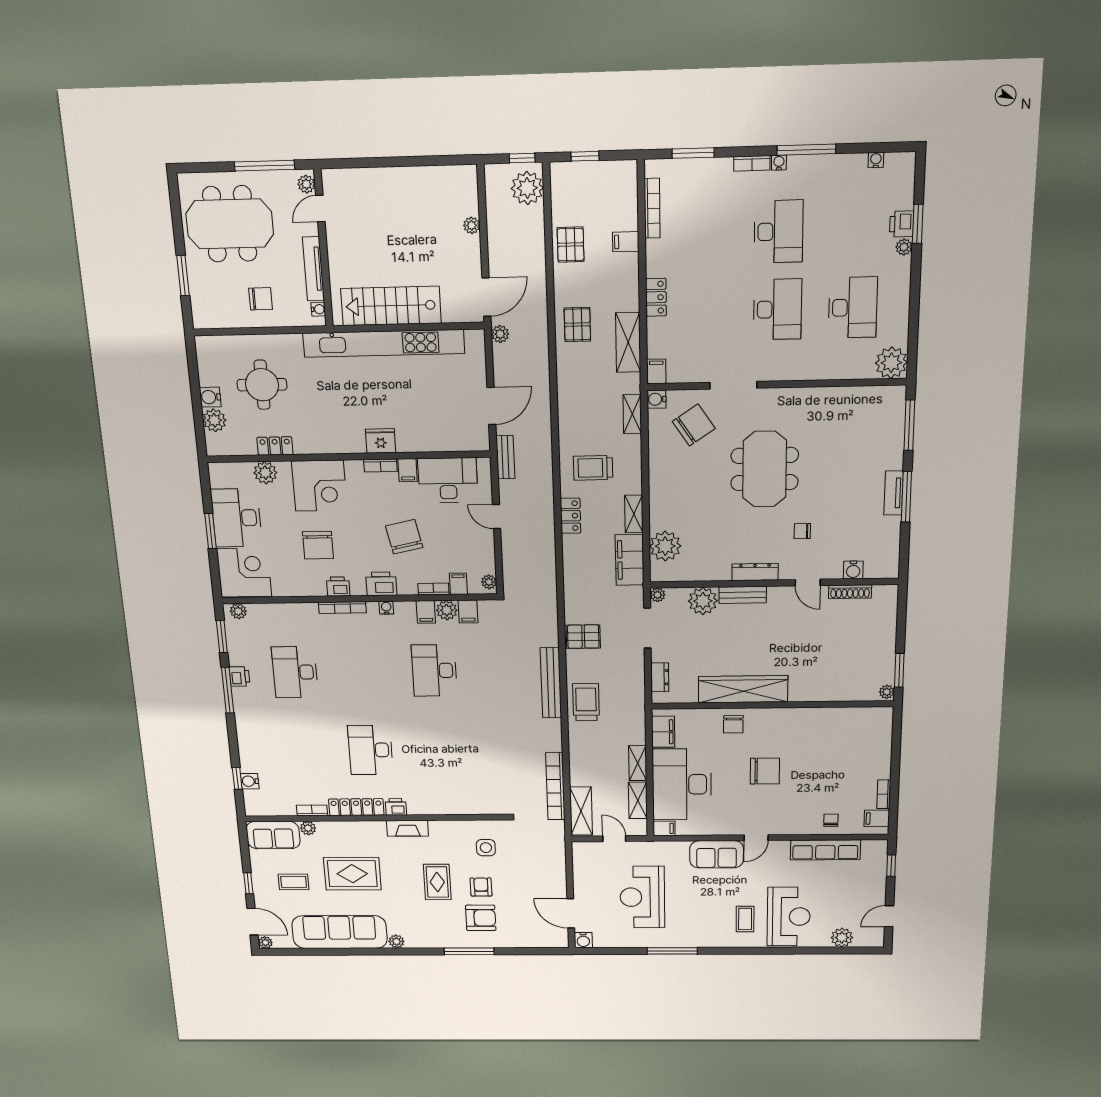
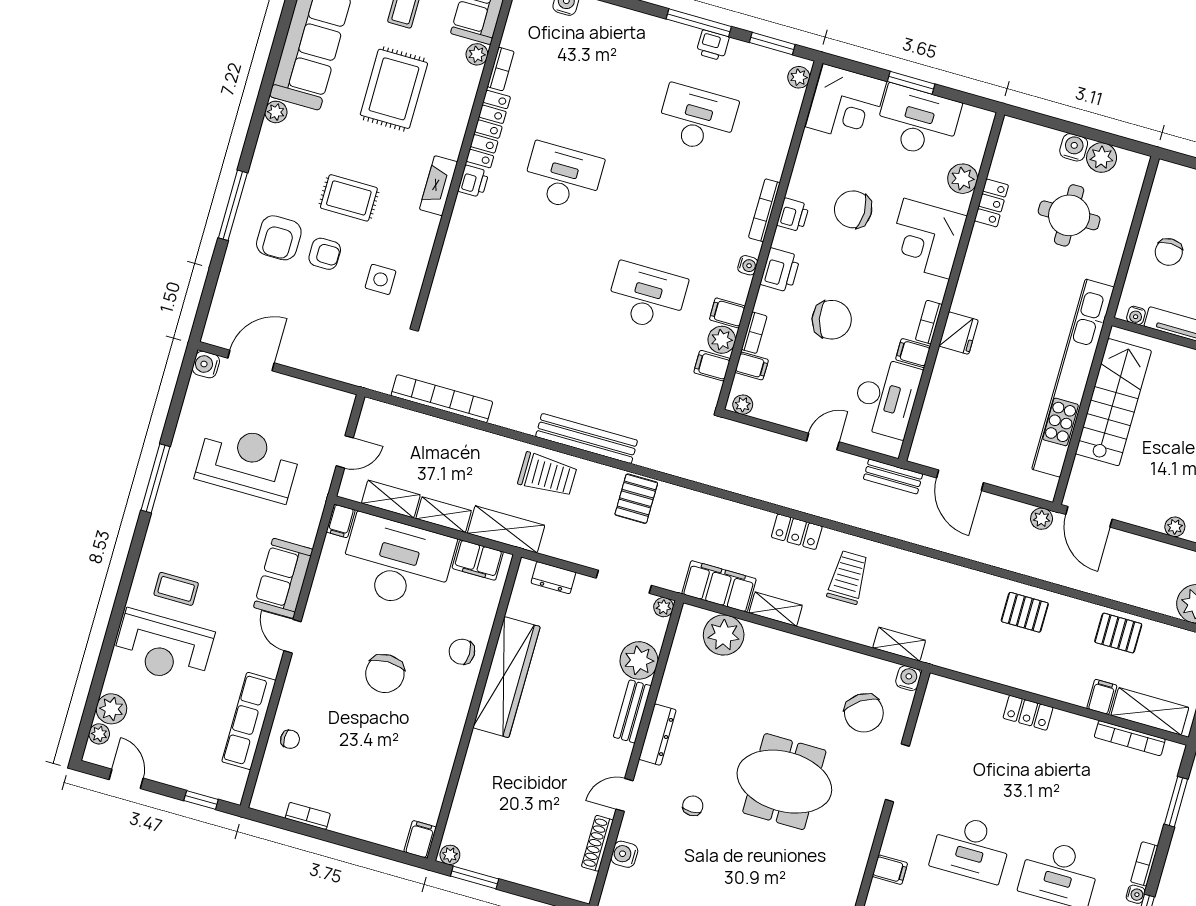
shelving: (628, 343) -> (1150, 711), moved
filing cabinet: (656, 371) -> (890, 870), moved
plant: (214, 420) -> (1102, 158), moved
shelving: (581, 811) -> (506, 529), moved
filing cabinet: (877, 818) -> (420, 839), moved
plant: (862, 941) -> (99, 734), added

